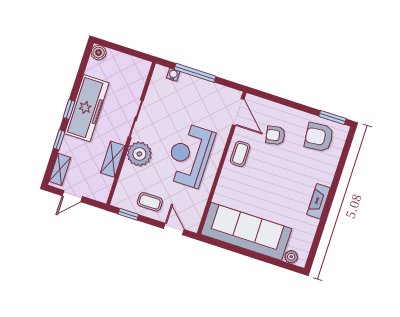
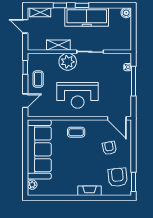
door: (238, 112) -> (117, 118), hinge flipped
coffee table: (240, 154) -> (76, 132), moved
reception desk: (190, 155) -> (78, 95), turned 180
fireplace: (318, 201) -> (89, 191), moved

